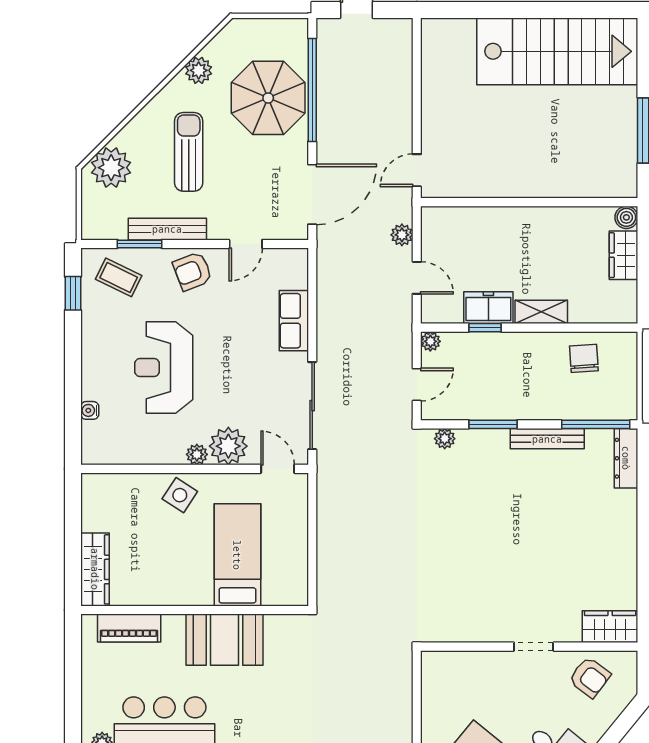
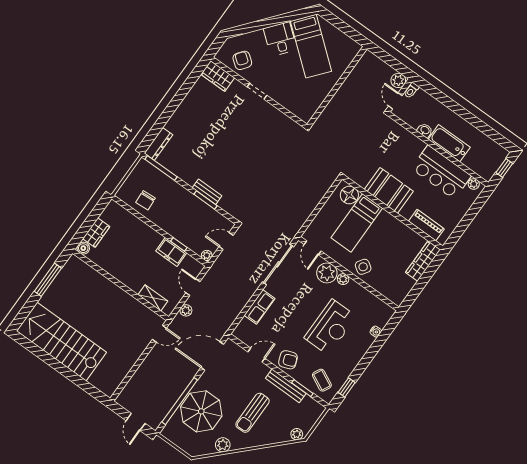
plant: (111, 168) -> (297, 434), width x0.53, depth x0.53
shelving: (541, 312) -> (153, 298), moved
plant: (445, 439) -> (231, 209), removed
bench: (547, 439) -> (207, 192), moved, width x0.73
floor lamp: (279, 589) -> (349, 195), added

